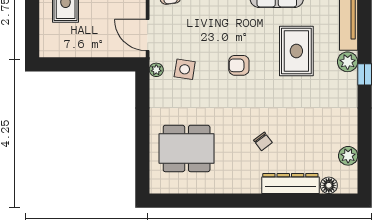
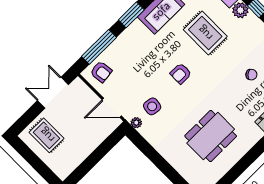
chair: (263, 141) -> (251, 75), moved
dining table: (187, 148) -> (211, 136), moved

